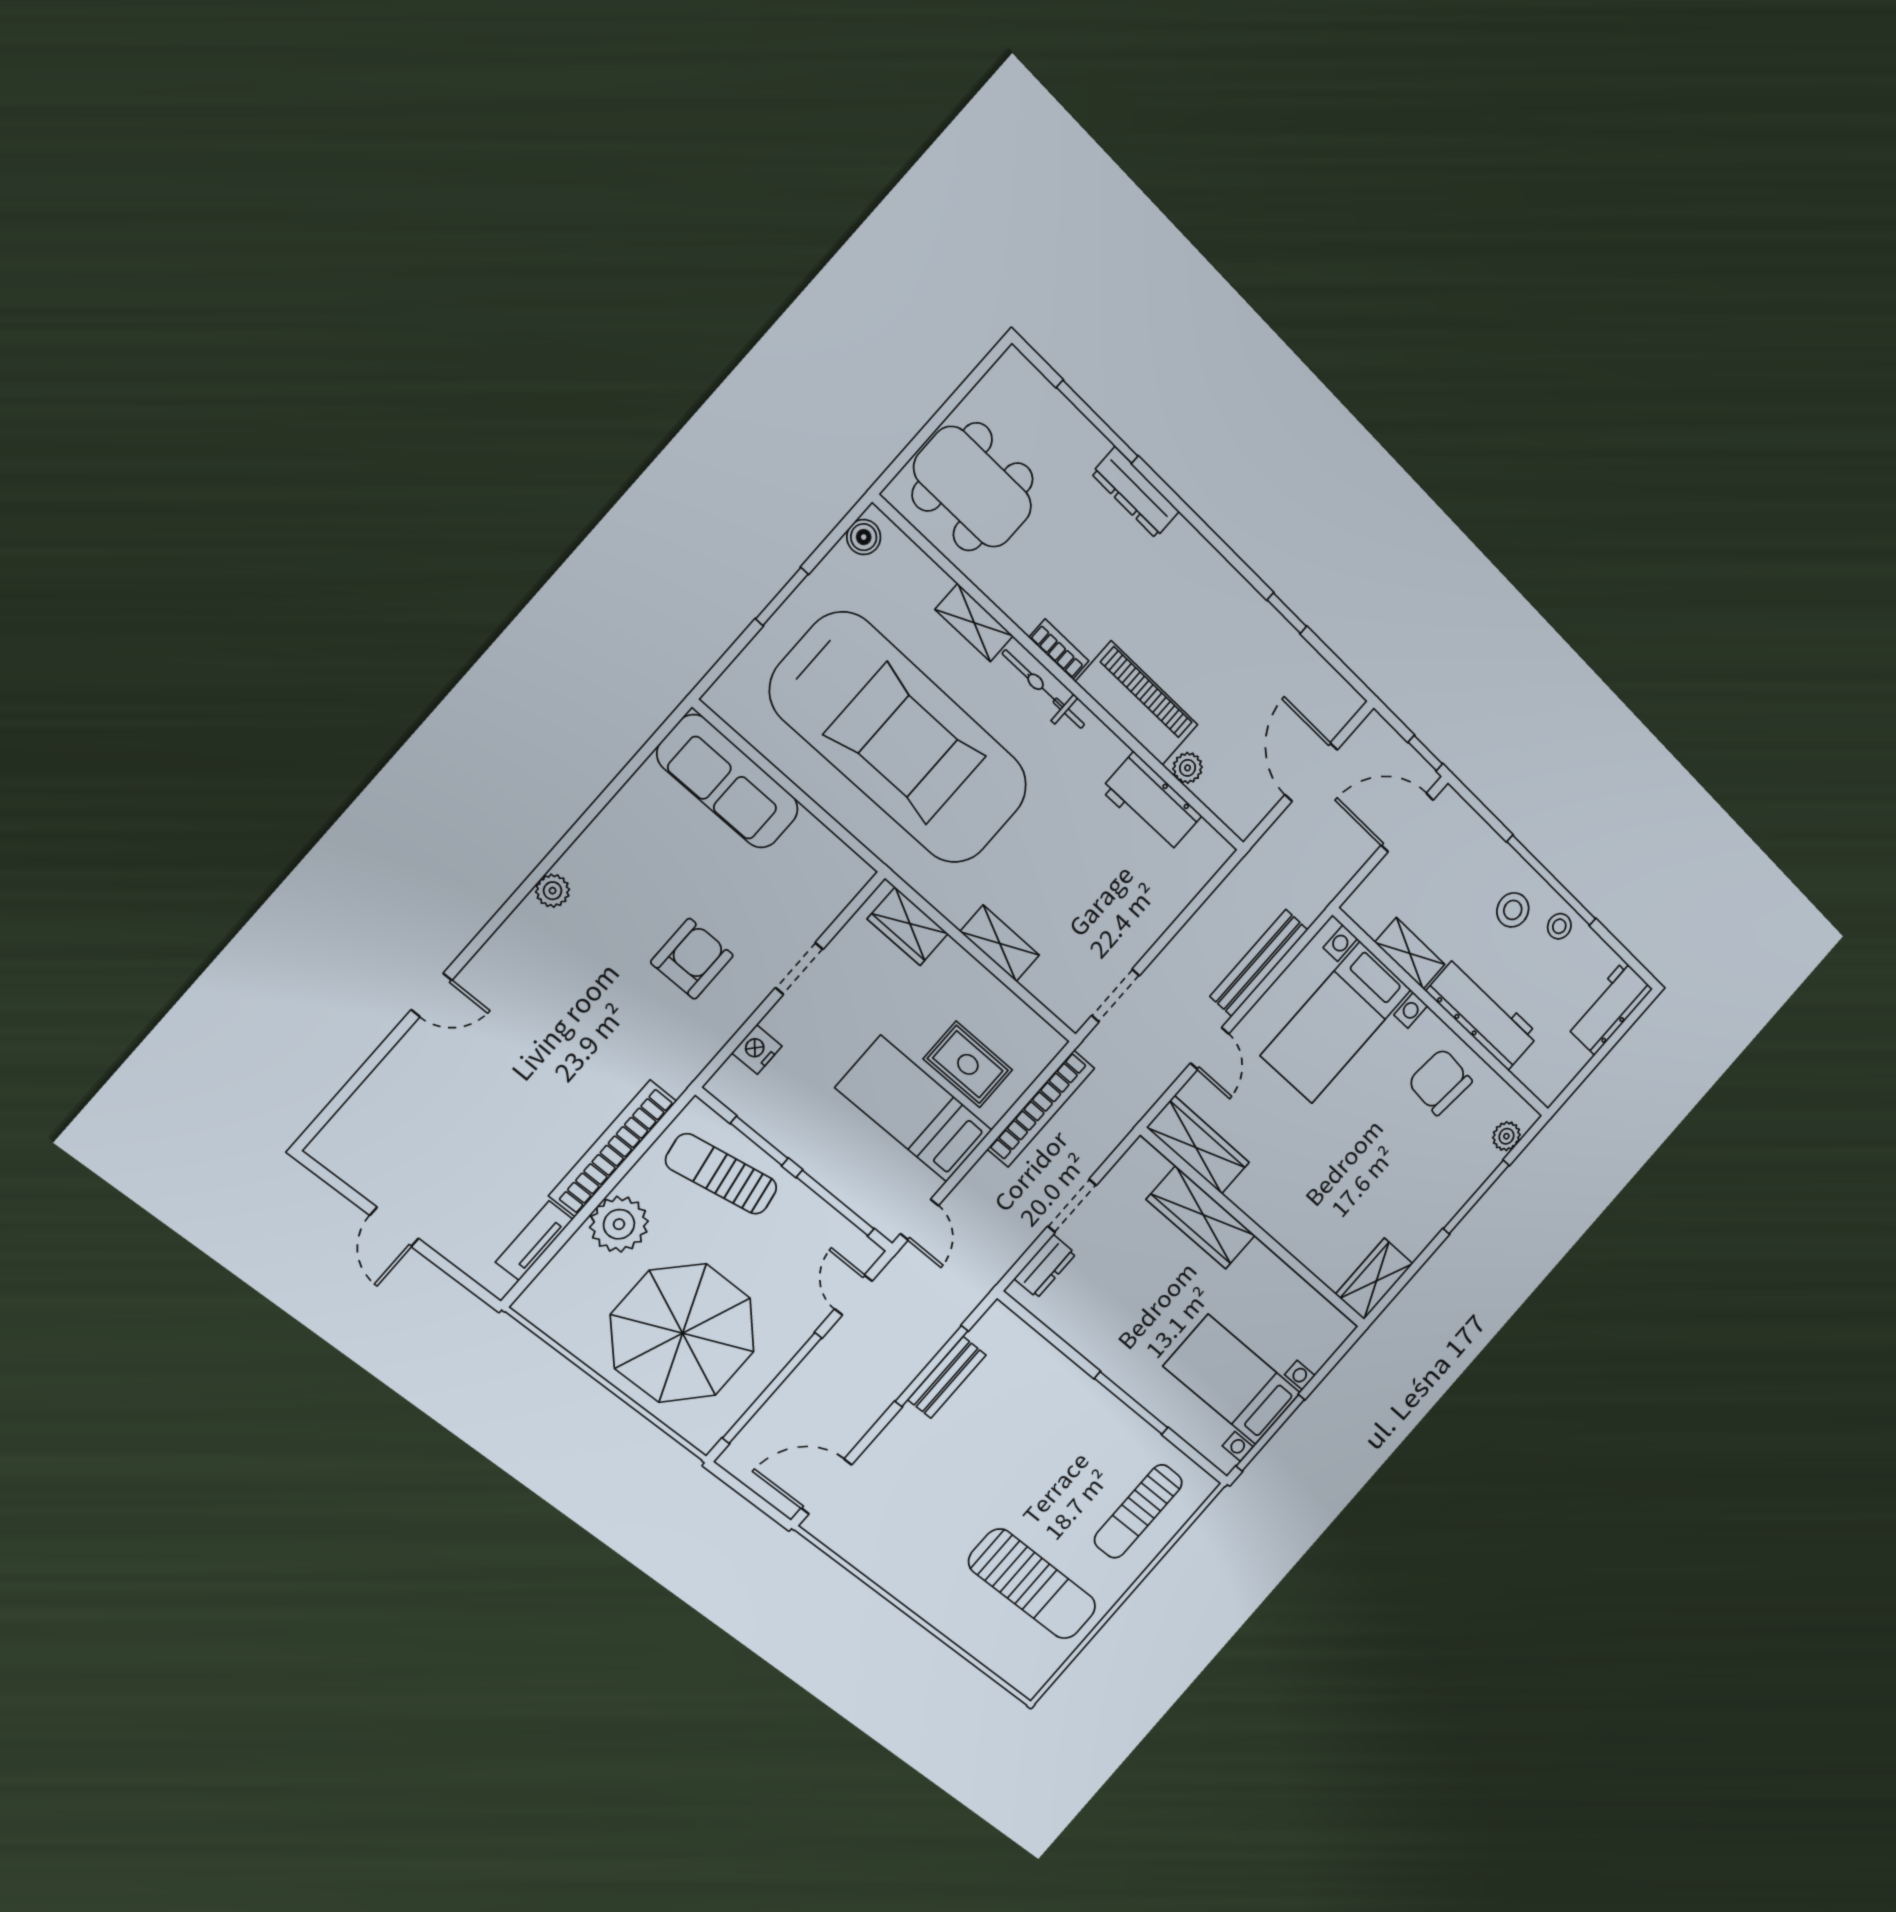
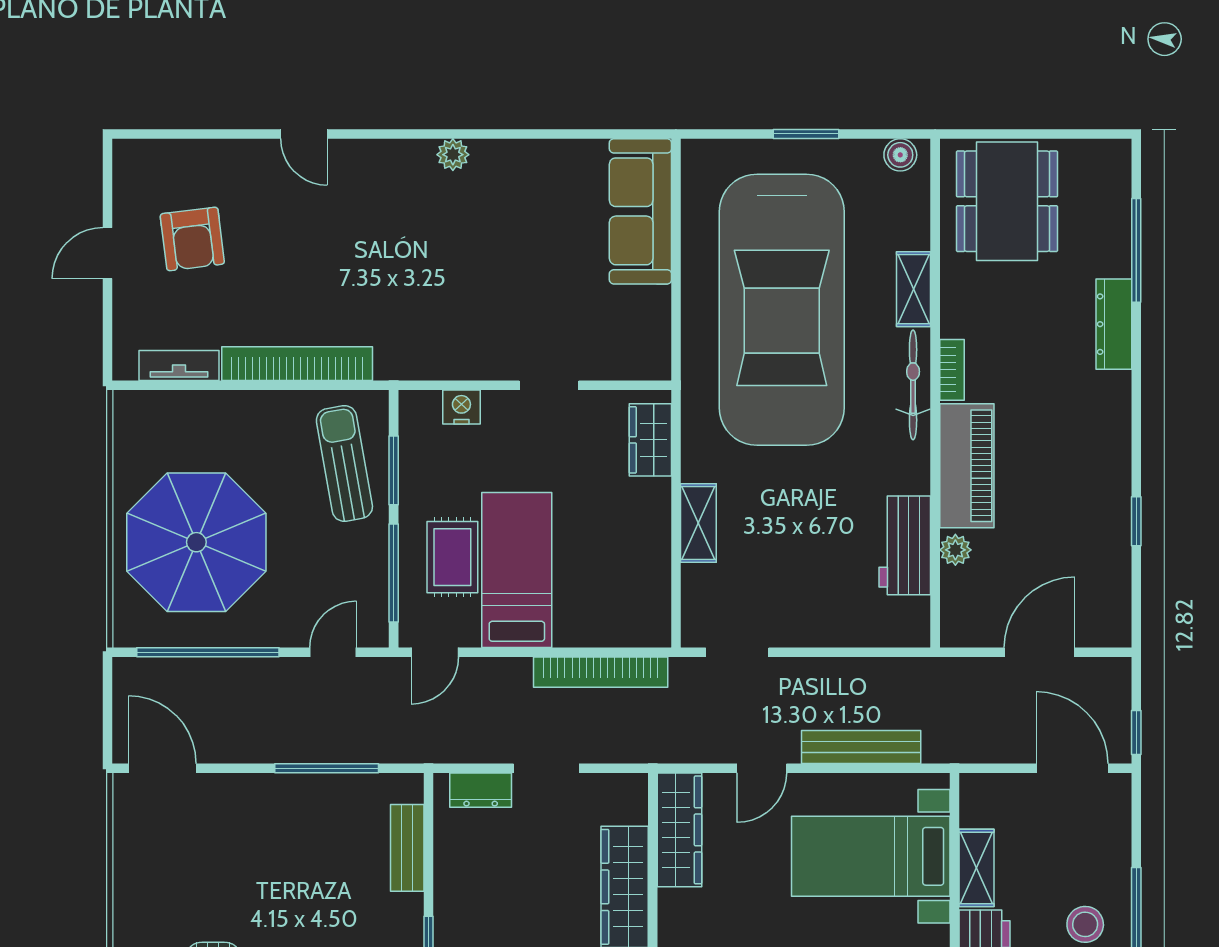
armchair: (692, 959) -> (192, 239), moved, turned 83
rug: (968, 1064) -> (452, 557), moved
plant: (619, 1224) -> (243, 419), removed
bench: (947, 1377) -> (407, 848), moved, turned 90

